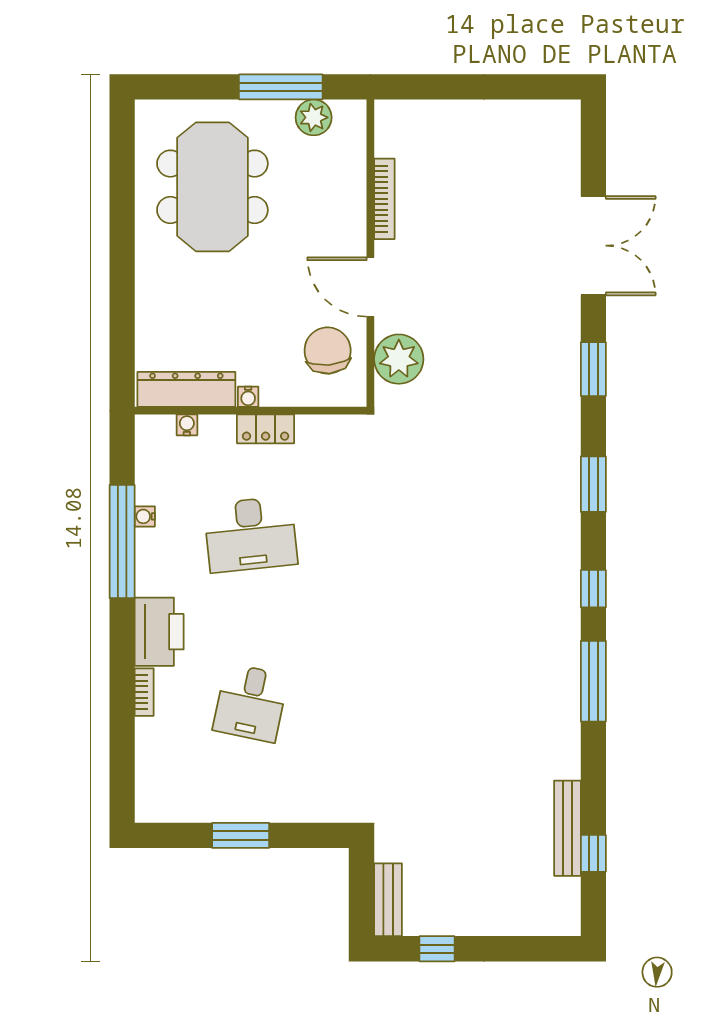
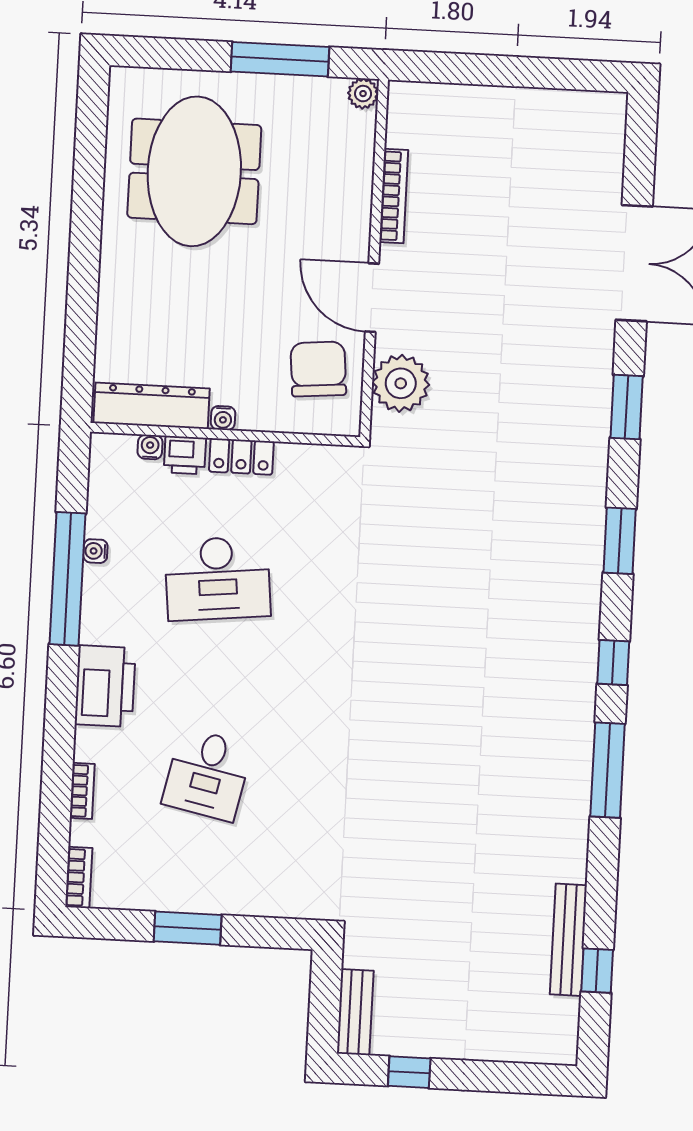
plant: (314, 117) -> (363, 94), moved, width x0.73, depth x0.73
printer: (217, 430) -> (185, 455), added
bookcase: (144, 692) -> (82, 791), moved
bookcase: (145, 797) -> (79, 877), added

